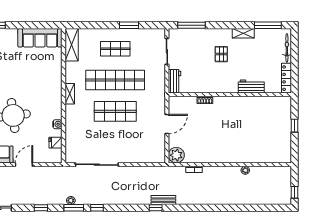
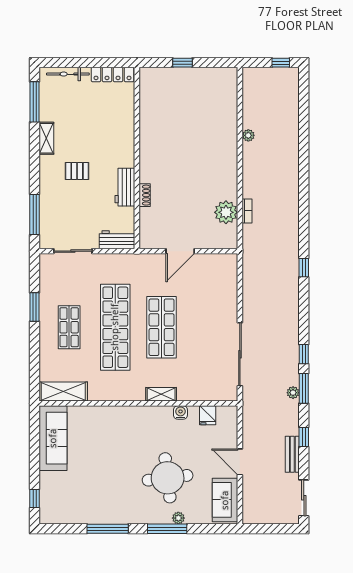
workbench: (251, 86) -> (125, 187), moved
shelving: (70, 94) -> (161, 394), moved
door: (167, 124) -> (180, 251), swing flipped
plant: (176, 155) -> (226, 212), moved
bench: (163, 200) -> (292, 454), moved

